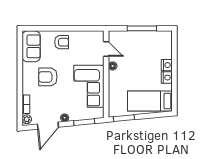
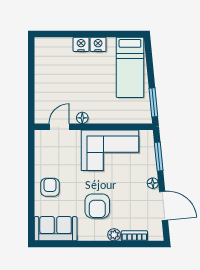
window: (142, 28) -> (31, 78), removed
plant: (27, 119) -> (114, 235), moved

